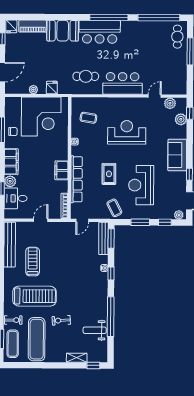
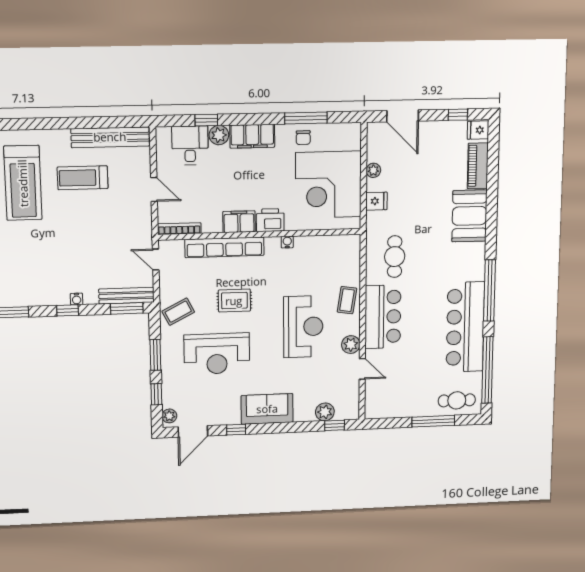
bar counter: (100, 32) -> (465, 327), moved, width x1.36
plant: (170, 103) -> (351, 345), moved
coffee table: (88, 118) -> (347, 300), moved
printer: (61, 152) -> (270, 220), added
reception desk: (141, 185) -> (217, 354), turned 180
treadmill: (33, 262) -> (83, 178), turned 180

